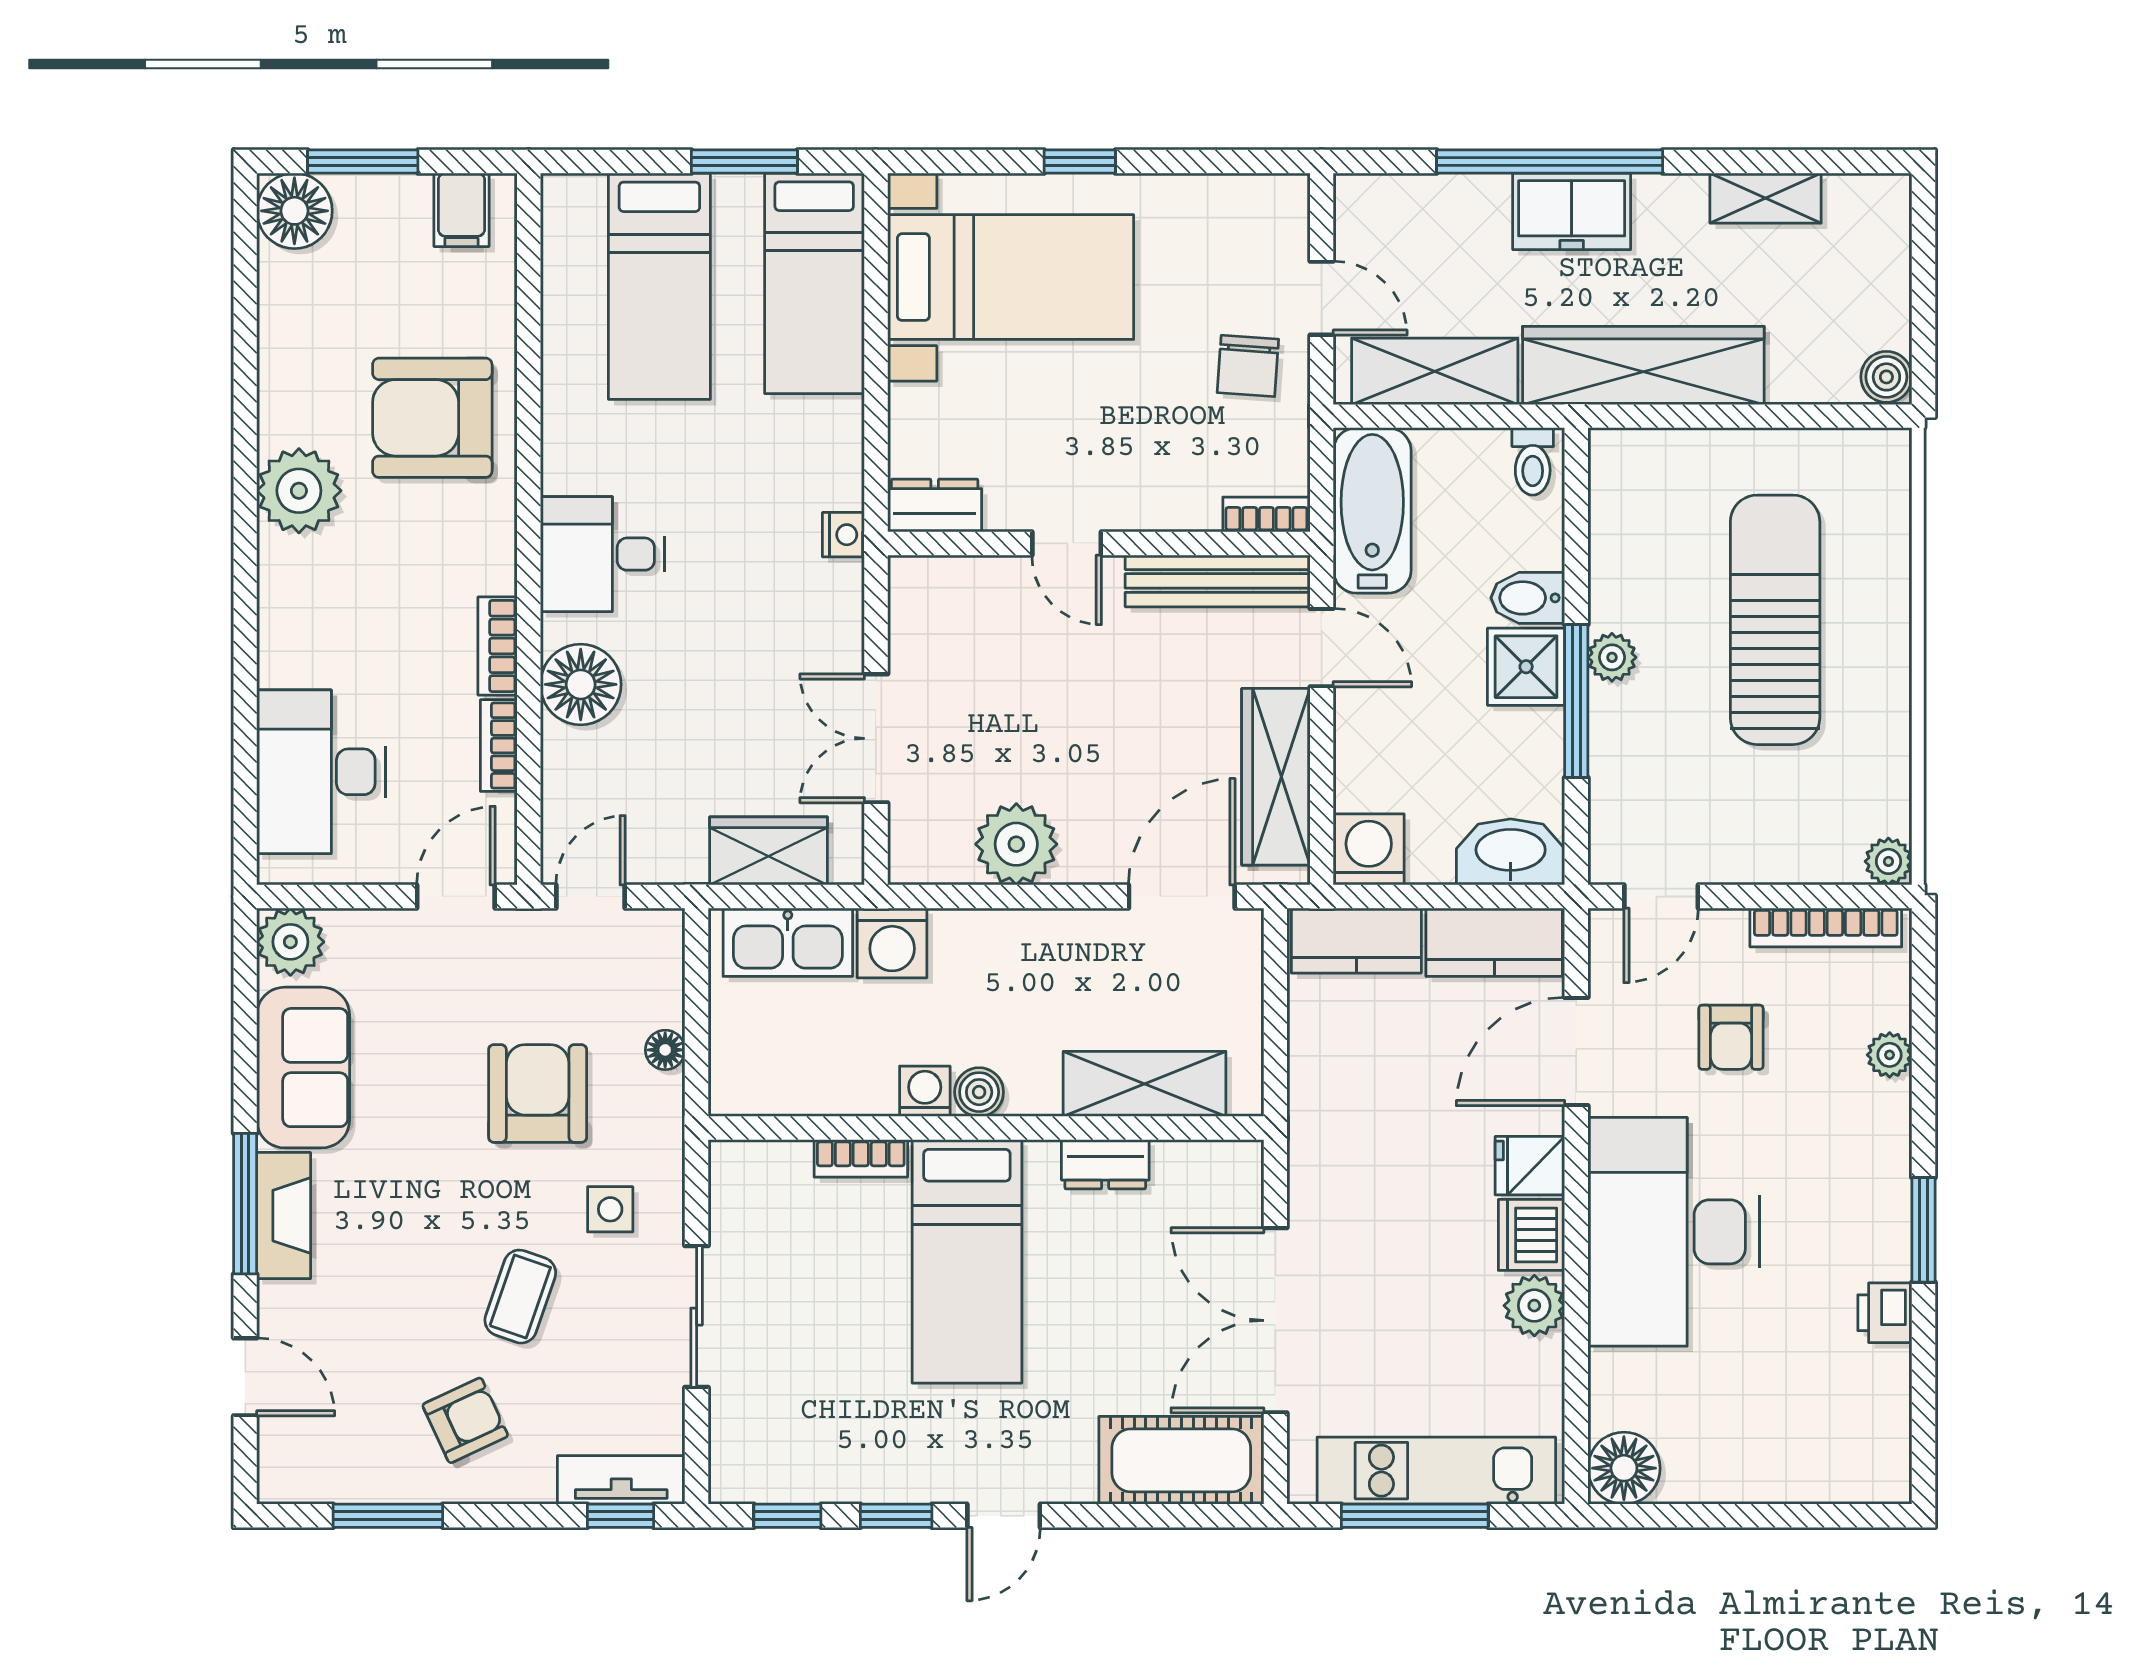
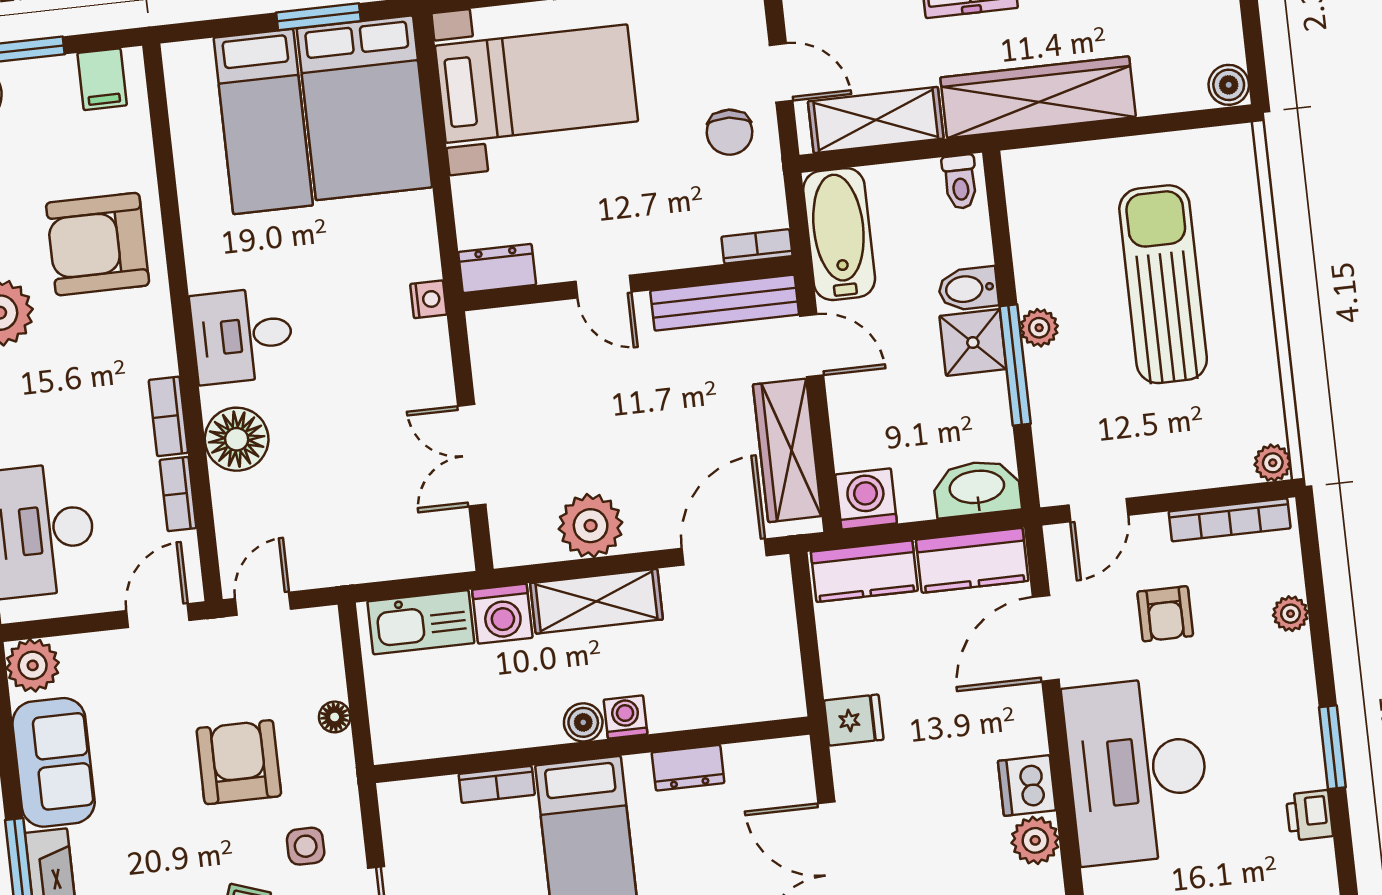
bed: (814, 283) -> (364, 108), width x1.50
wardrobe: (769, 851) -> (398, 553), removed
shelving: (1145, 1084) -> (596, 601), moved
washing machine: (925, 1091) -> (626, 717), moved
fridge: (1530, 1166) -> (854, 720), moved, turned 180

